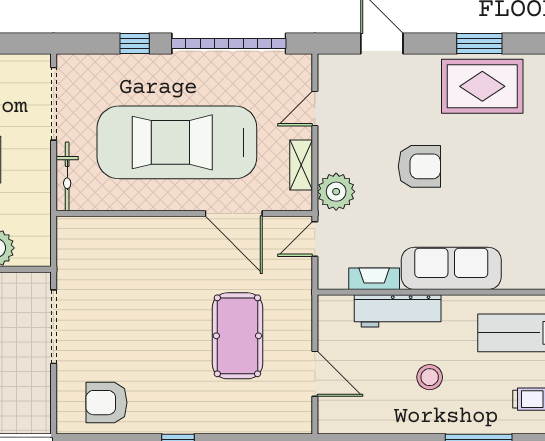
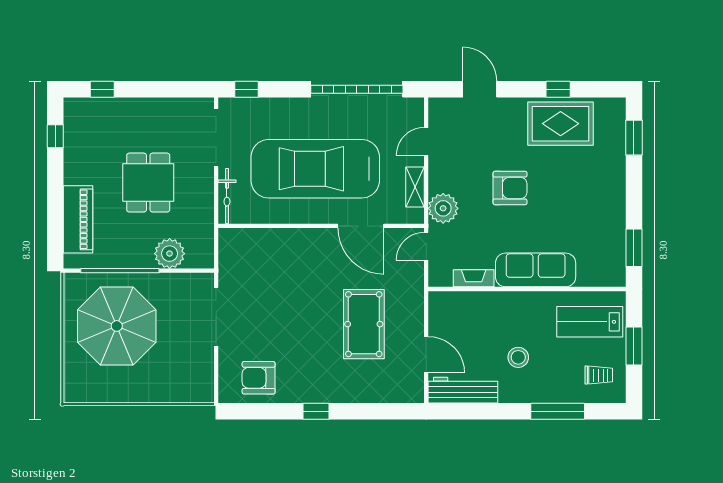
window: (135, 44) -> (246, 89), moved
window: (479, 44) -> (558, 89), width x0.67
workbench: (398, 311) -> (463, 390), moved, turned 180

